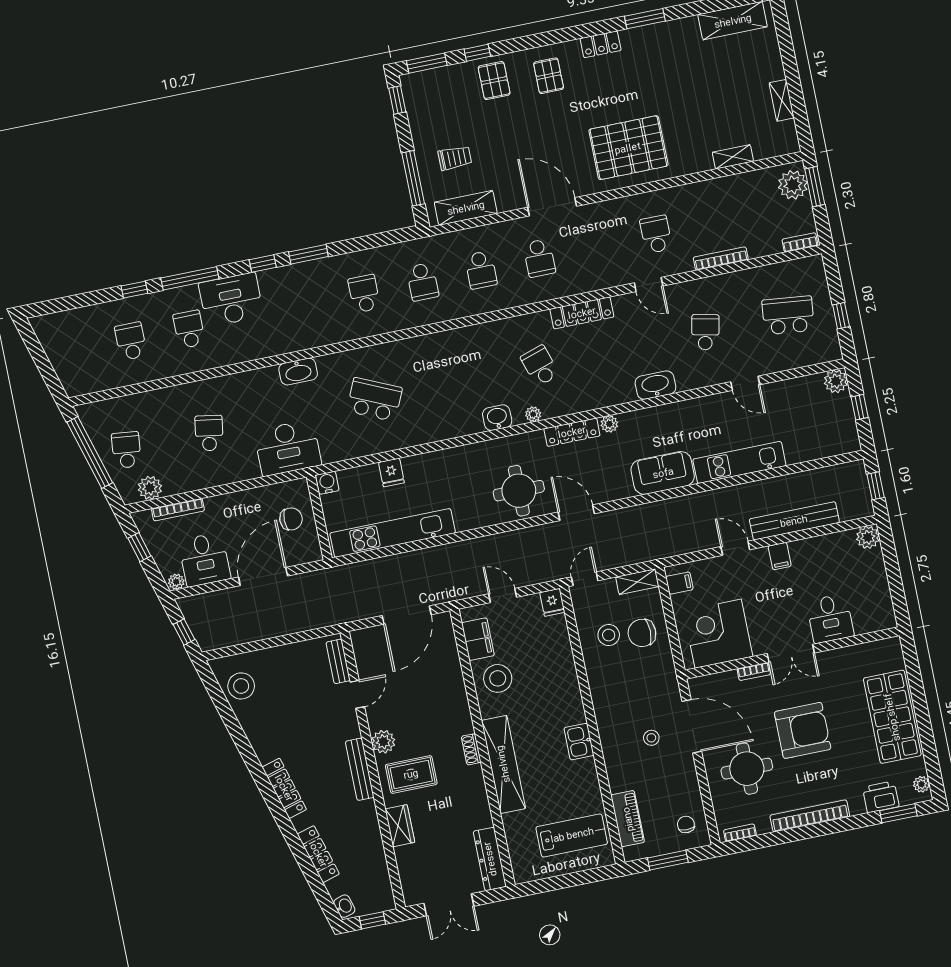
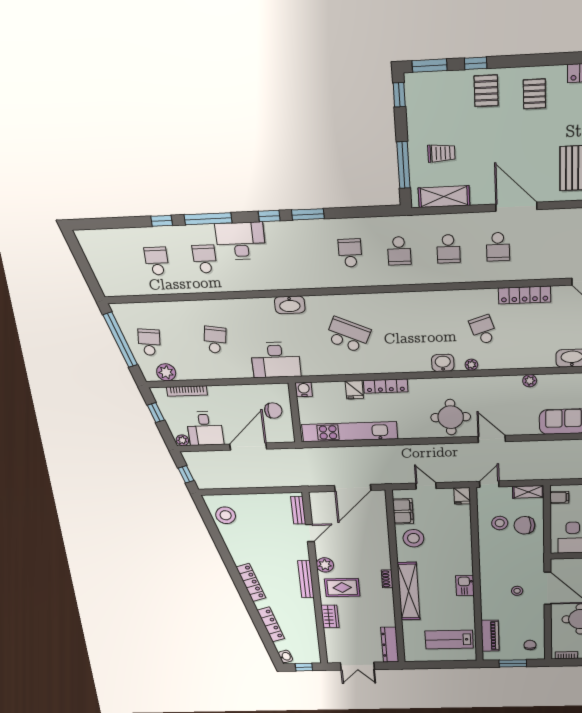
locker: (572, 432) -> (386, 386), moved
lab bench: (572, 835) -> (449, 640), turned 180

